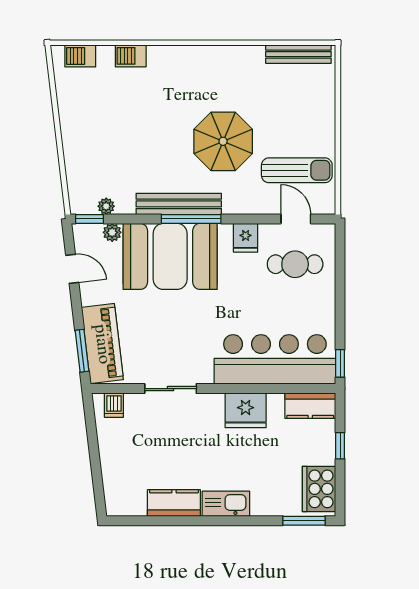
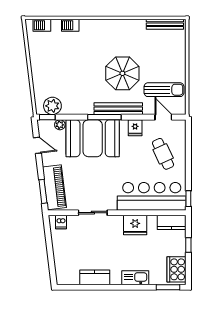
bench: (179, 204) -> (118, 109), moved
plant: (106, 206) -> (52, 106), width x1.88, depth x1.88
cafe table: (295, 264) -> (163, 154), moved, turned 65
kitchen sink: (226, 504) -> (135, 278), moved

